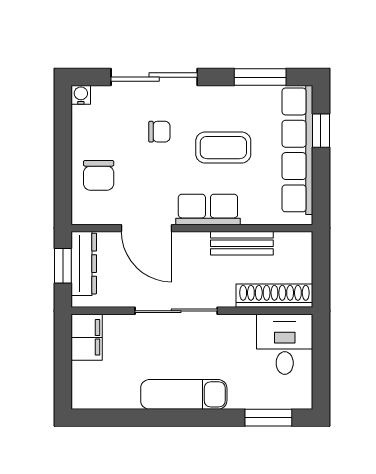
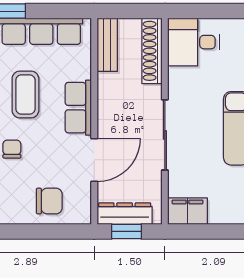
bench: (242, 243) -> (107, 45), moved

